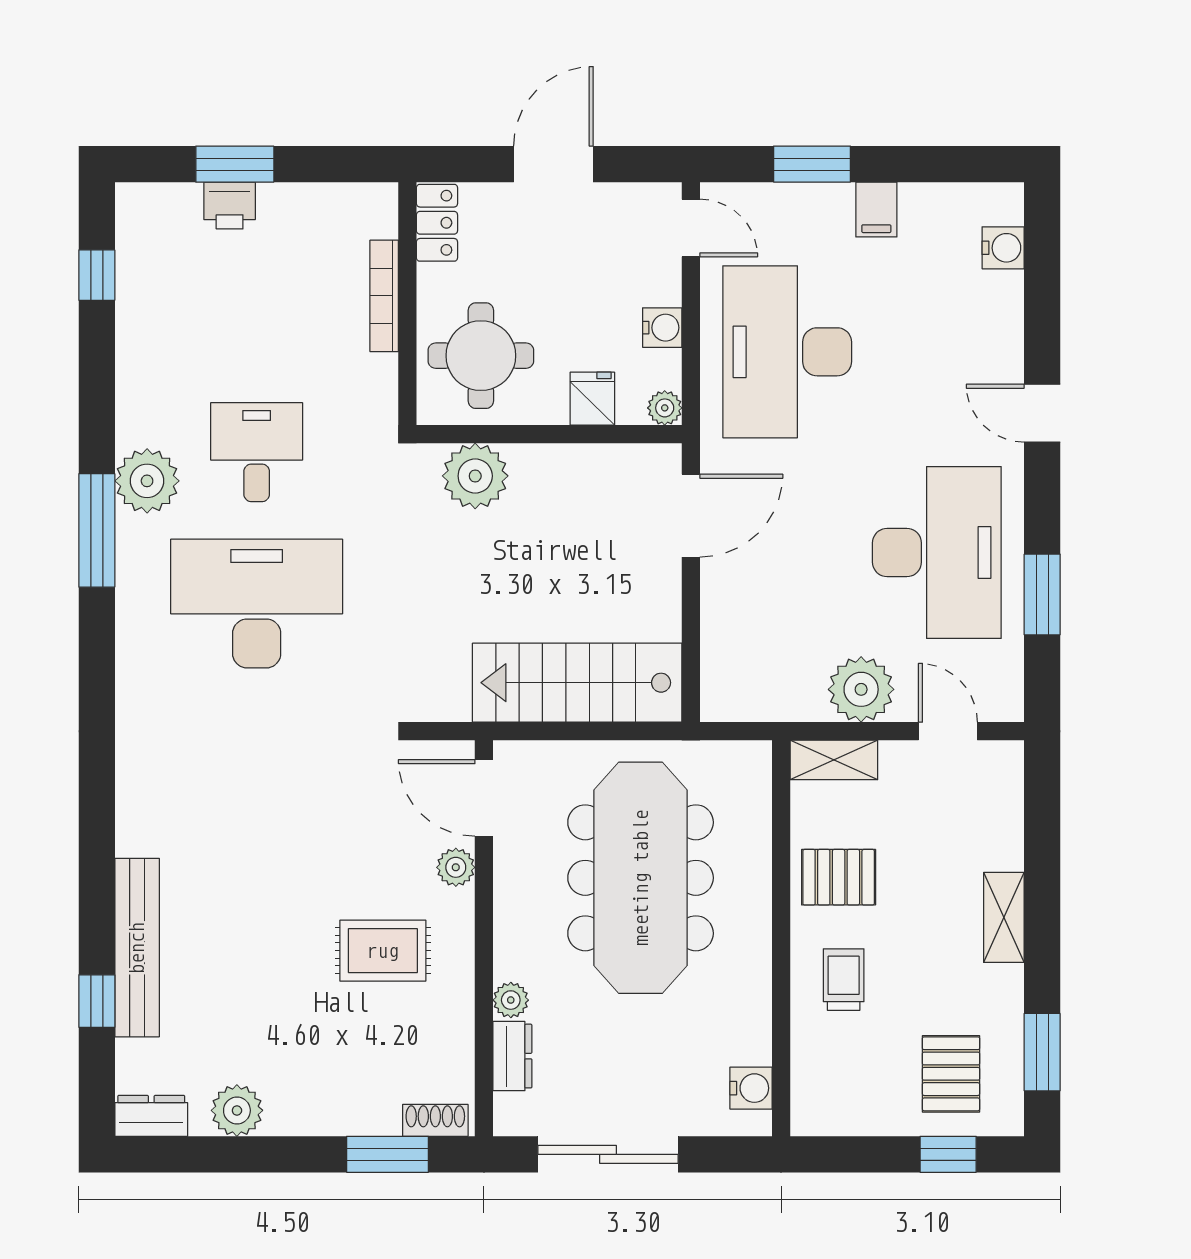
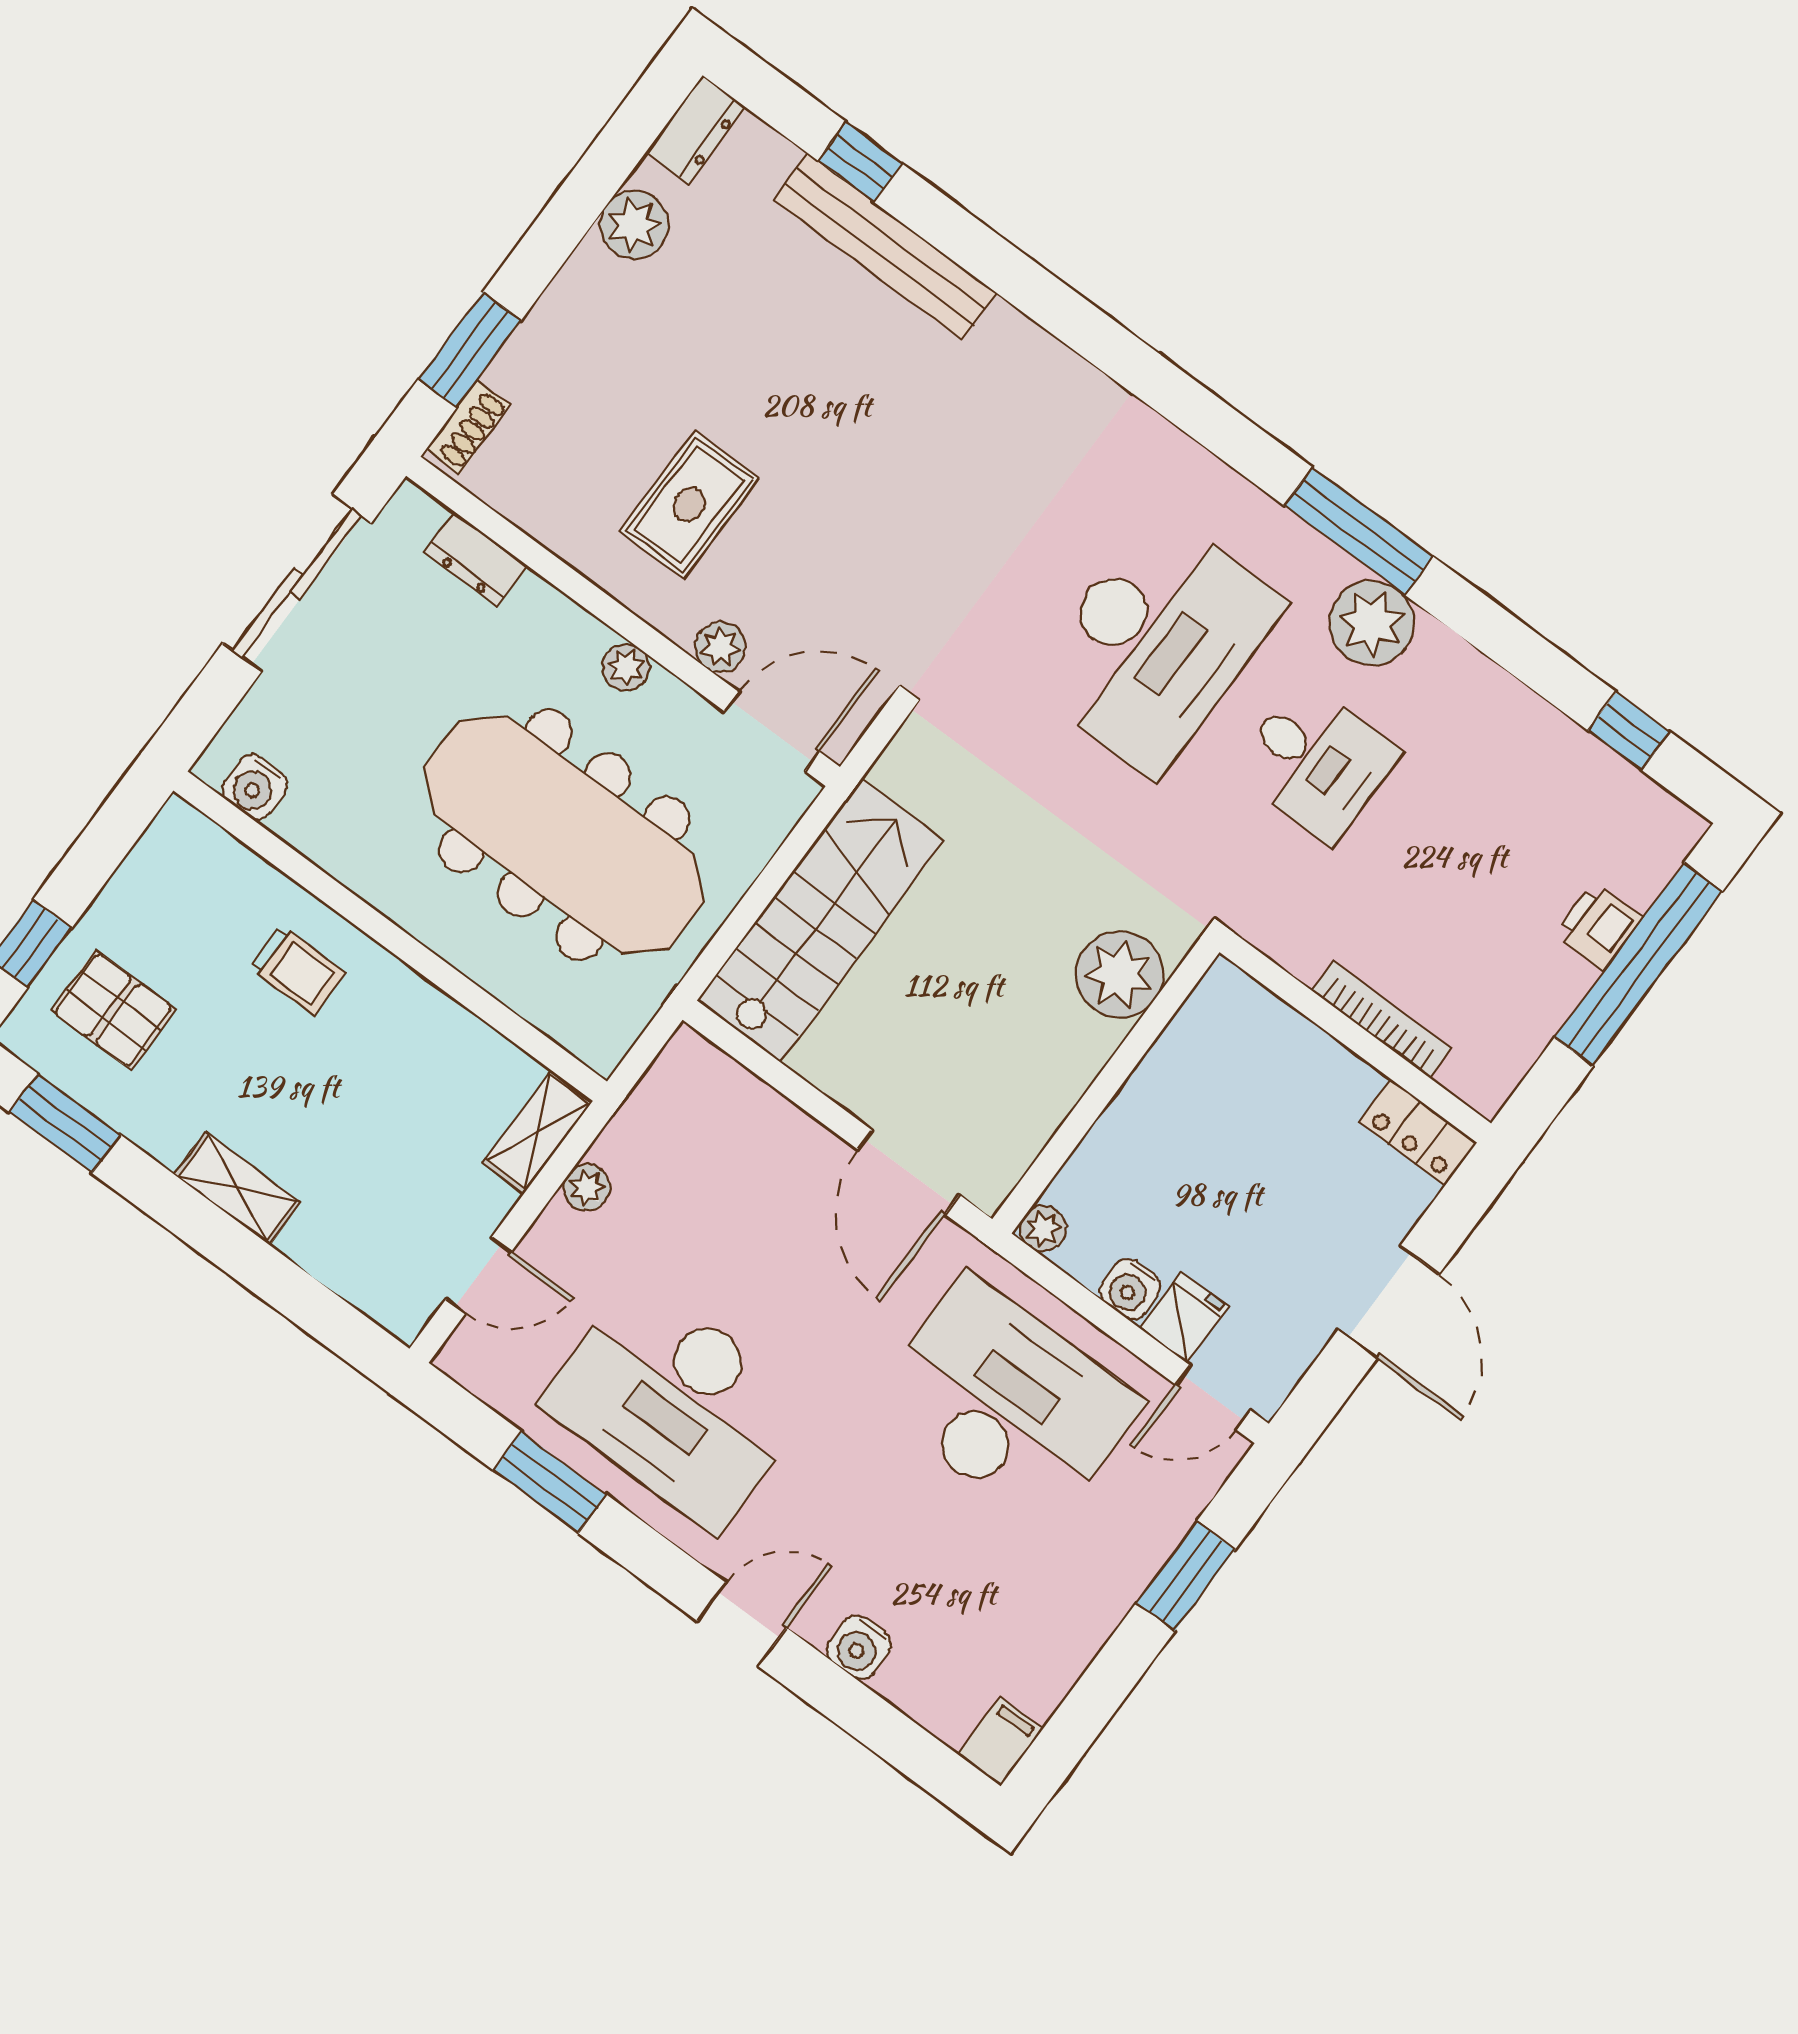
window: (235, 164) -> (1638, 964), width x2.11
filing cabinet: (876, 210) -> (1000, 1741), moved, turned 90
water cooler: (1003, 248) -> (859, 1647), moved
round table: (481, 356) -> (1243, 1075), removed
fridge: (592, 399) -> (1184, 1318), moved, turned -90
plant: (861, 689) -> (587, 1188), width x0.53, depth x0.53
pallet: (839, 877) -> (410, 1045), removed
plant: (511, 1000) -> (626, 668), moved

